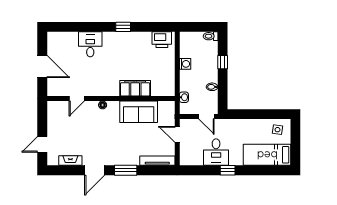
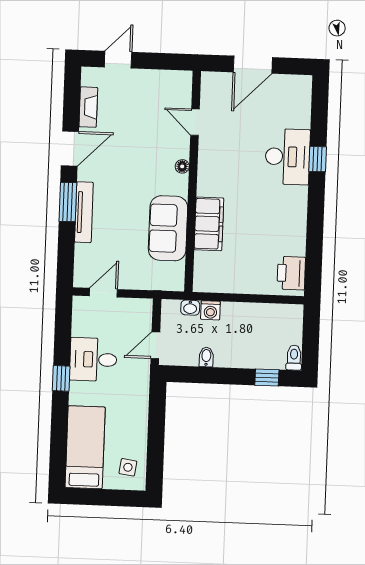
window: (123, 27) -> (318, 159), moved
desk: (90, 44) -> (288, 157), width x1.37
window: (223, 62) -> (267, 377), moved
washing machine: (185, 64) -> (210, 310), moved
door: (177, 134) -> (103, 293), moved
door: (42, 144) -> (118, 60), hinge flipped
tv unit: (157, 161) -> (84, 212), moved
door: (95, 170) -> (70, 149), swing flipped

